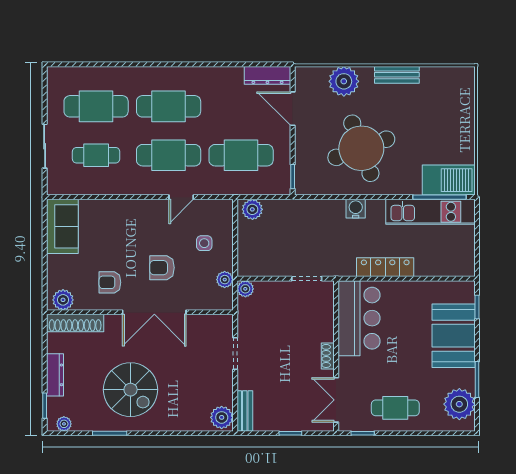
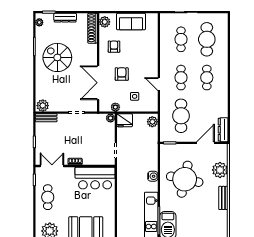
cafe table: (169, 106) -> (207, 78), width x0.73, depth x0.74
round table: (361, 148) -> (185, 179), turned 32
cafe table: (169, 155) -> (181, 78), width x0.73, depth x0.74
sofa: (62, 226) -> (131, 22), moved
fridge: (249, 262) -> (125, 120), added
locker: (385, 267) -> (122, 192), removed
double door: (154, 312) -> (98, 83), moved
spiral stairs: (131, 390) -> (57, 57), turned 90

